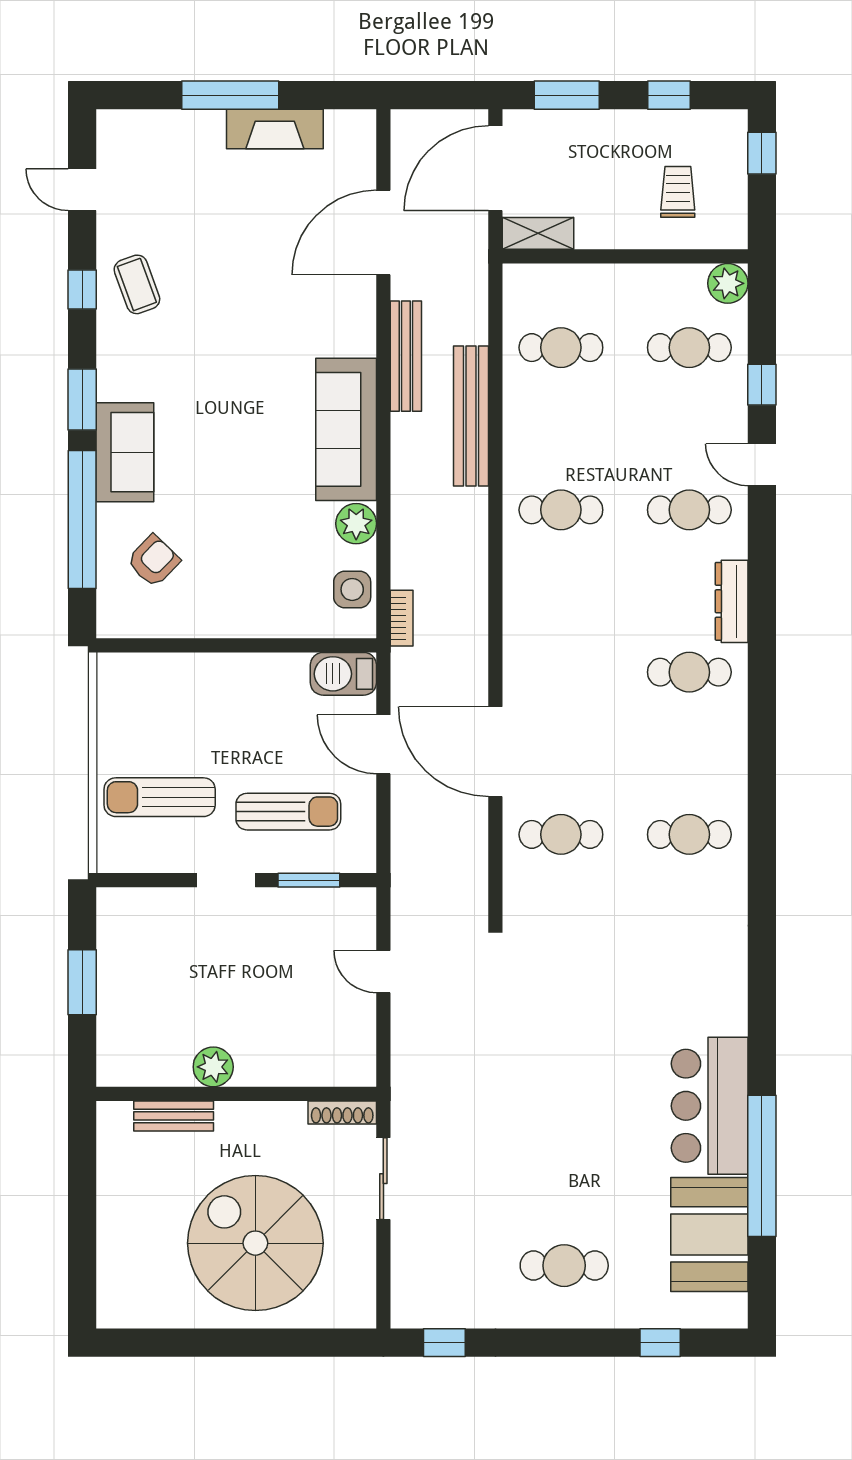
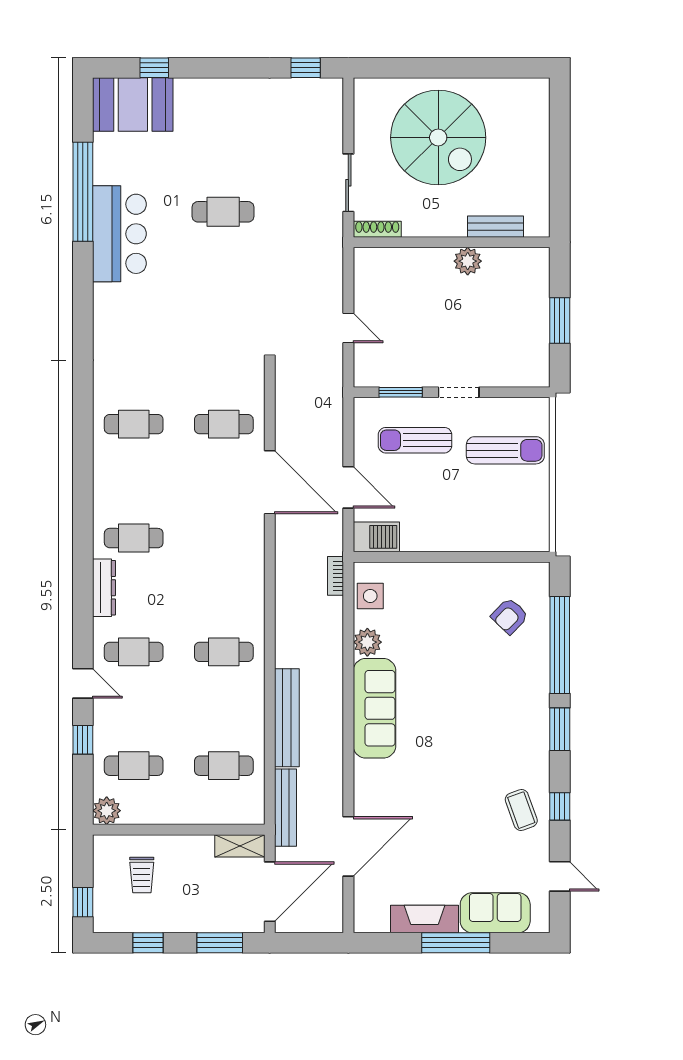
bench: (406, 356) -> (285, 808), moved
sofa: (125, 452) -> (495, 913), moved, turned 90
booth: (709, 1234) -> (133, 104), moved, turned 90
cafe table: (564, 1266) -> (223, 212), moved

